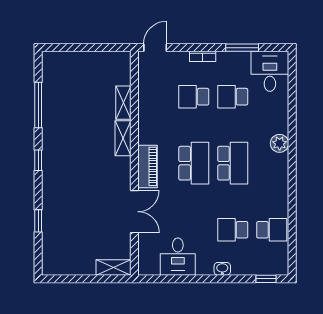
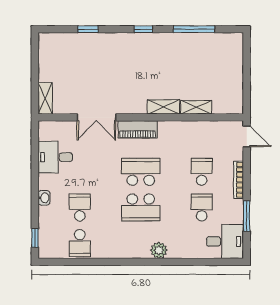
bookcase: (203, 56) -> (239, 180), width x1.56
school desk: (194, 163) -> (141, 172), turned 180

